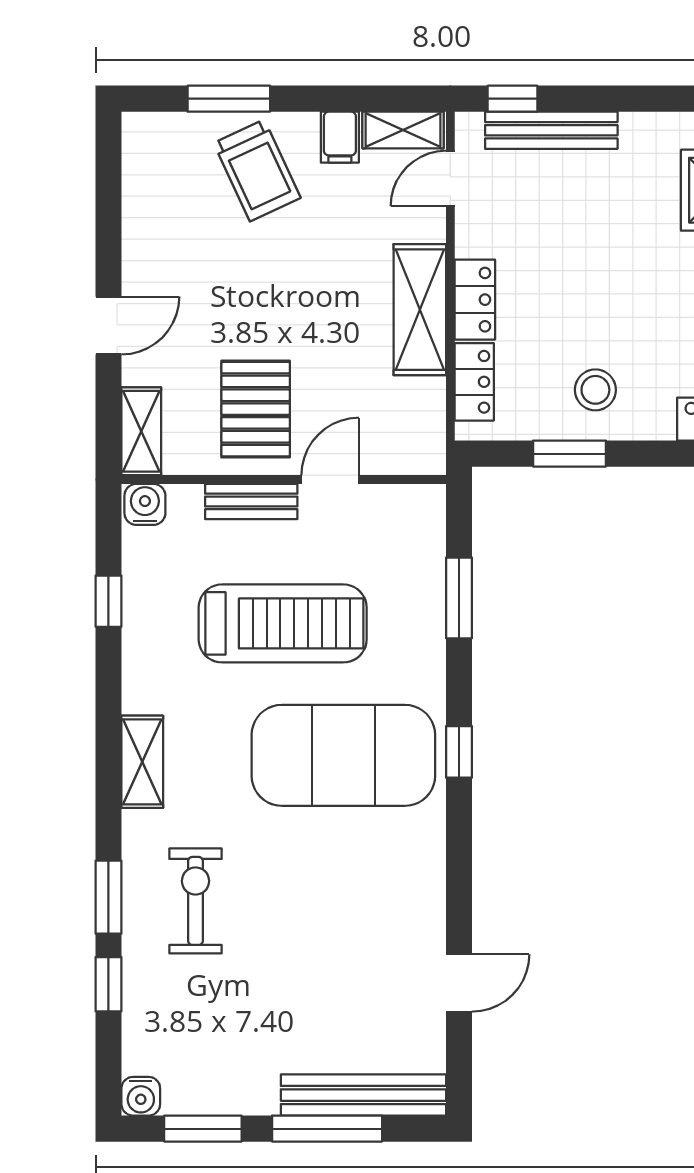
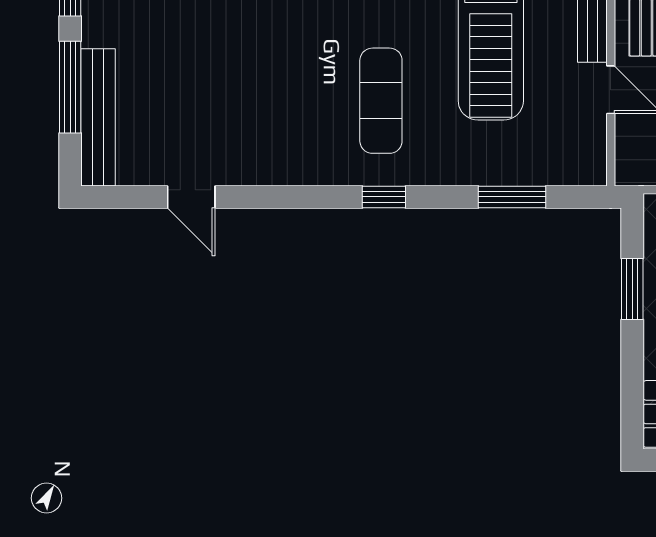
exercise mat: (343, 755) -> (381, 101), width x0.50, depth x0.69

